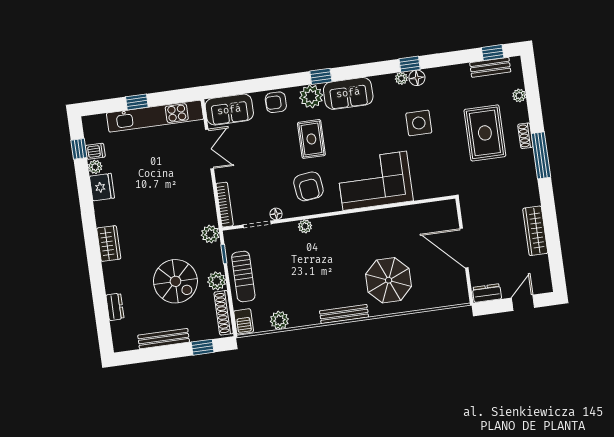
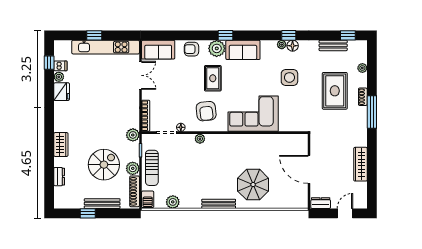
bench: (490, 67) -> (333, 45), moved
wardrobe: (109, 243) -> (61, 144), moved
spiral stairs: (175, 281) -> (104, 165), turned -90
bench: (164, 339) -> (102, 204), moved
window: (203, 347) -> (88, 213), moved

